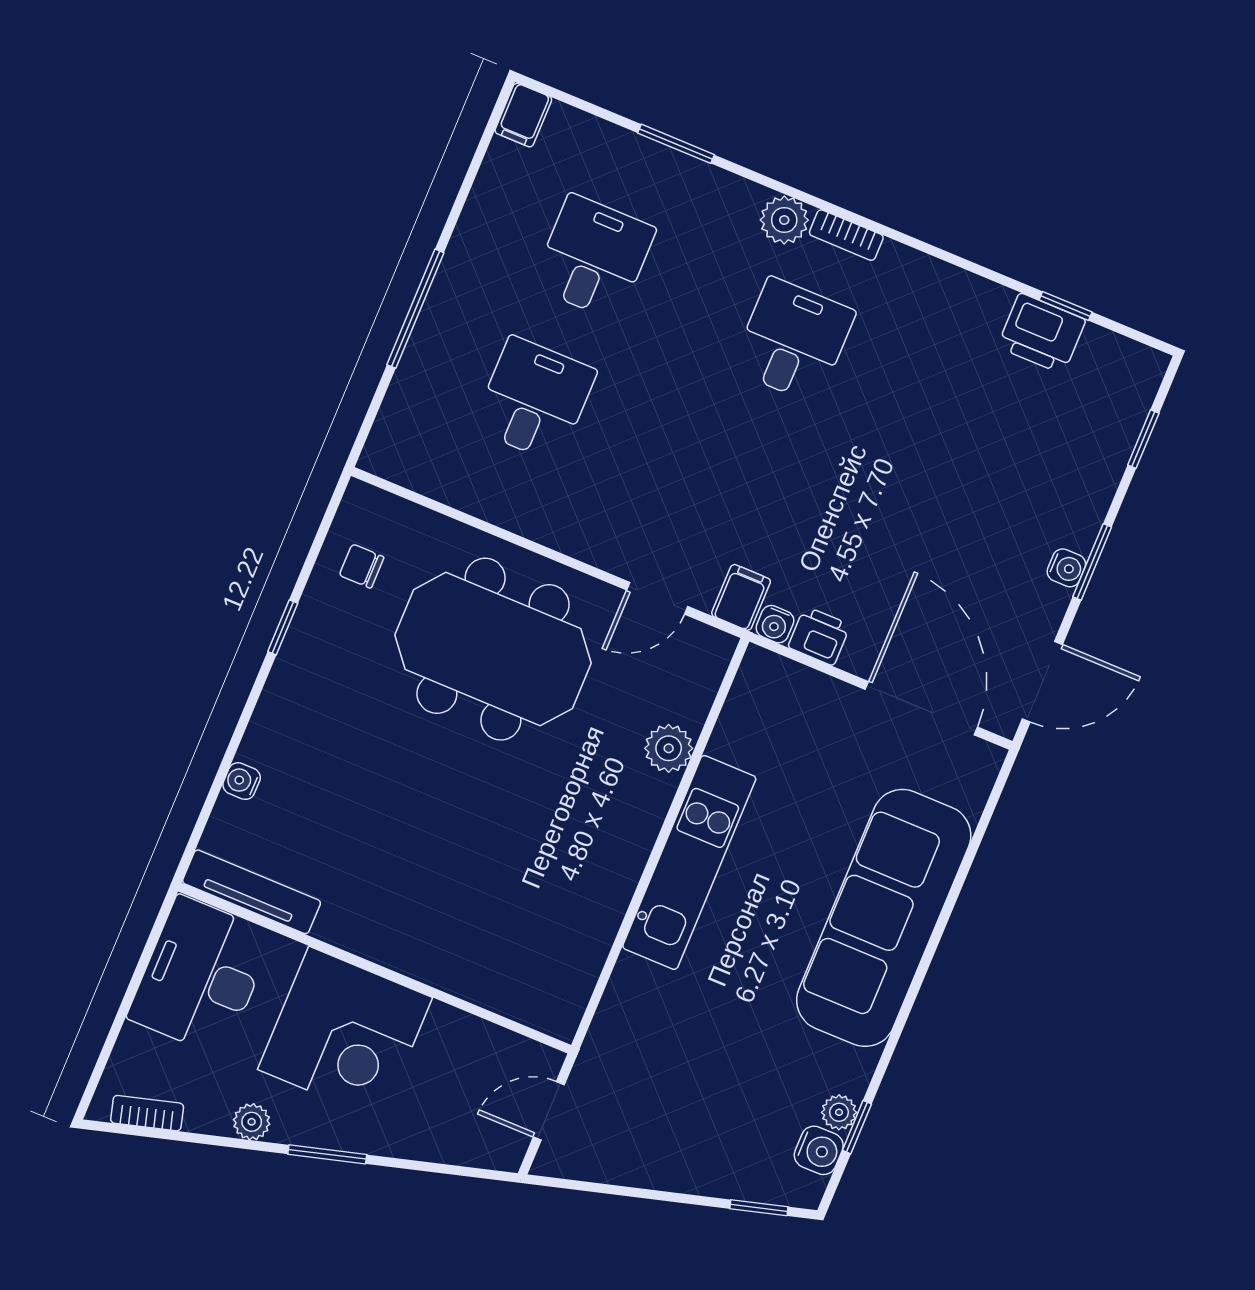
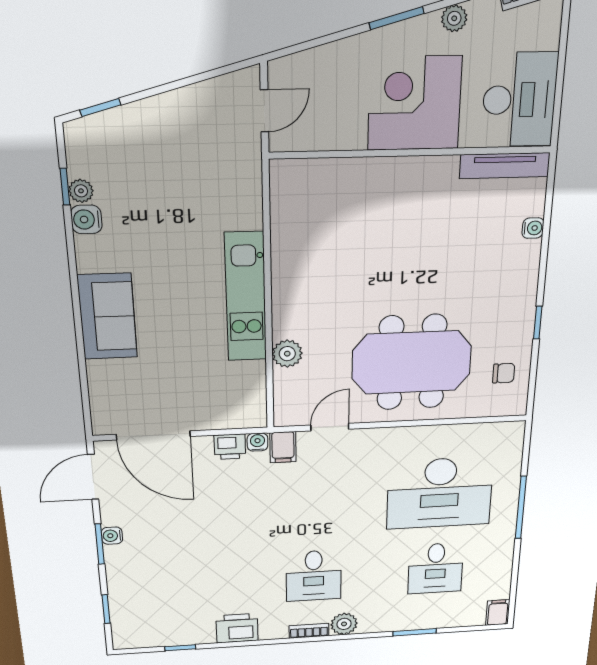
printer: (1041, 333) -> (237, 628), moved
desk: (535, 399) -> (440, 493), width x1.87, depth x1.30
sofa: (884, 918) -> (107, 316), width x0.54, depth x0.79
water cooler: (819, 1150) -> (86, 219), moved

